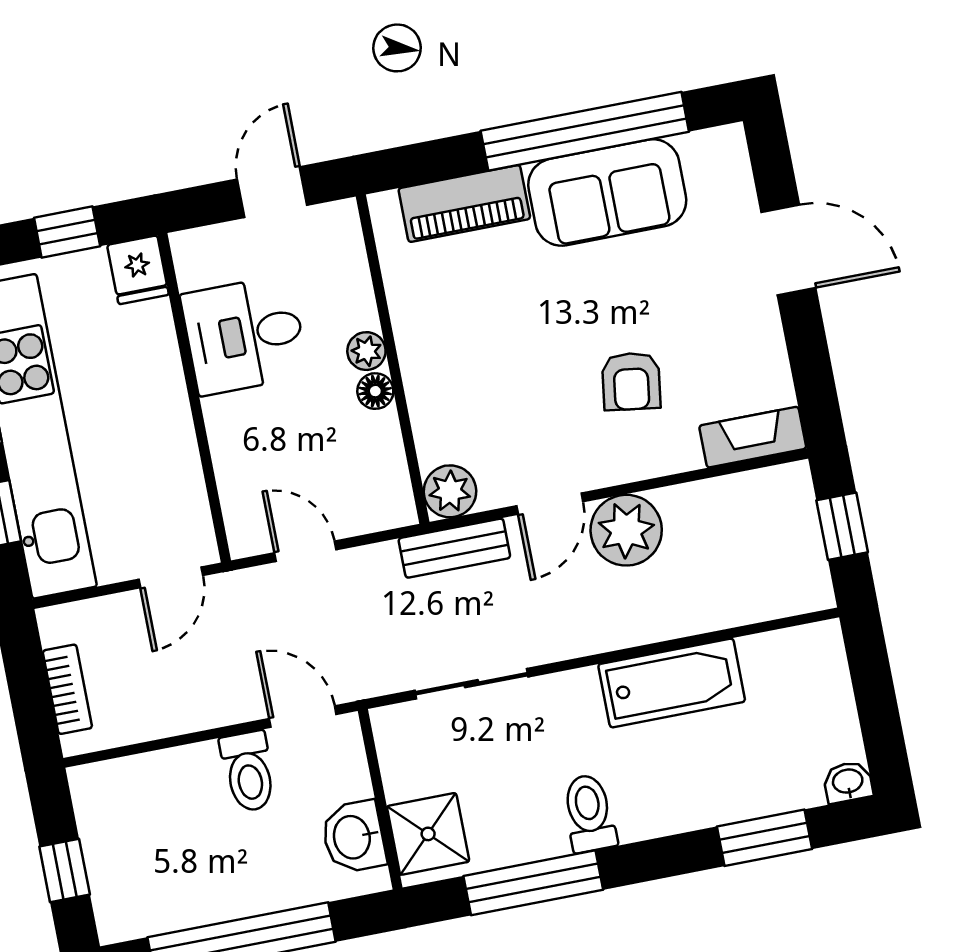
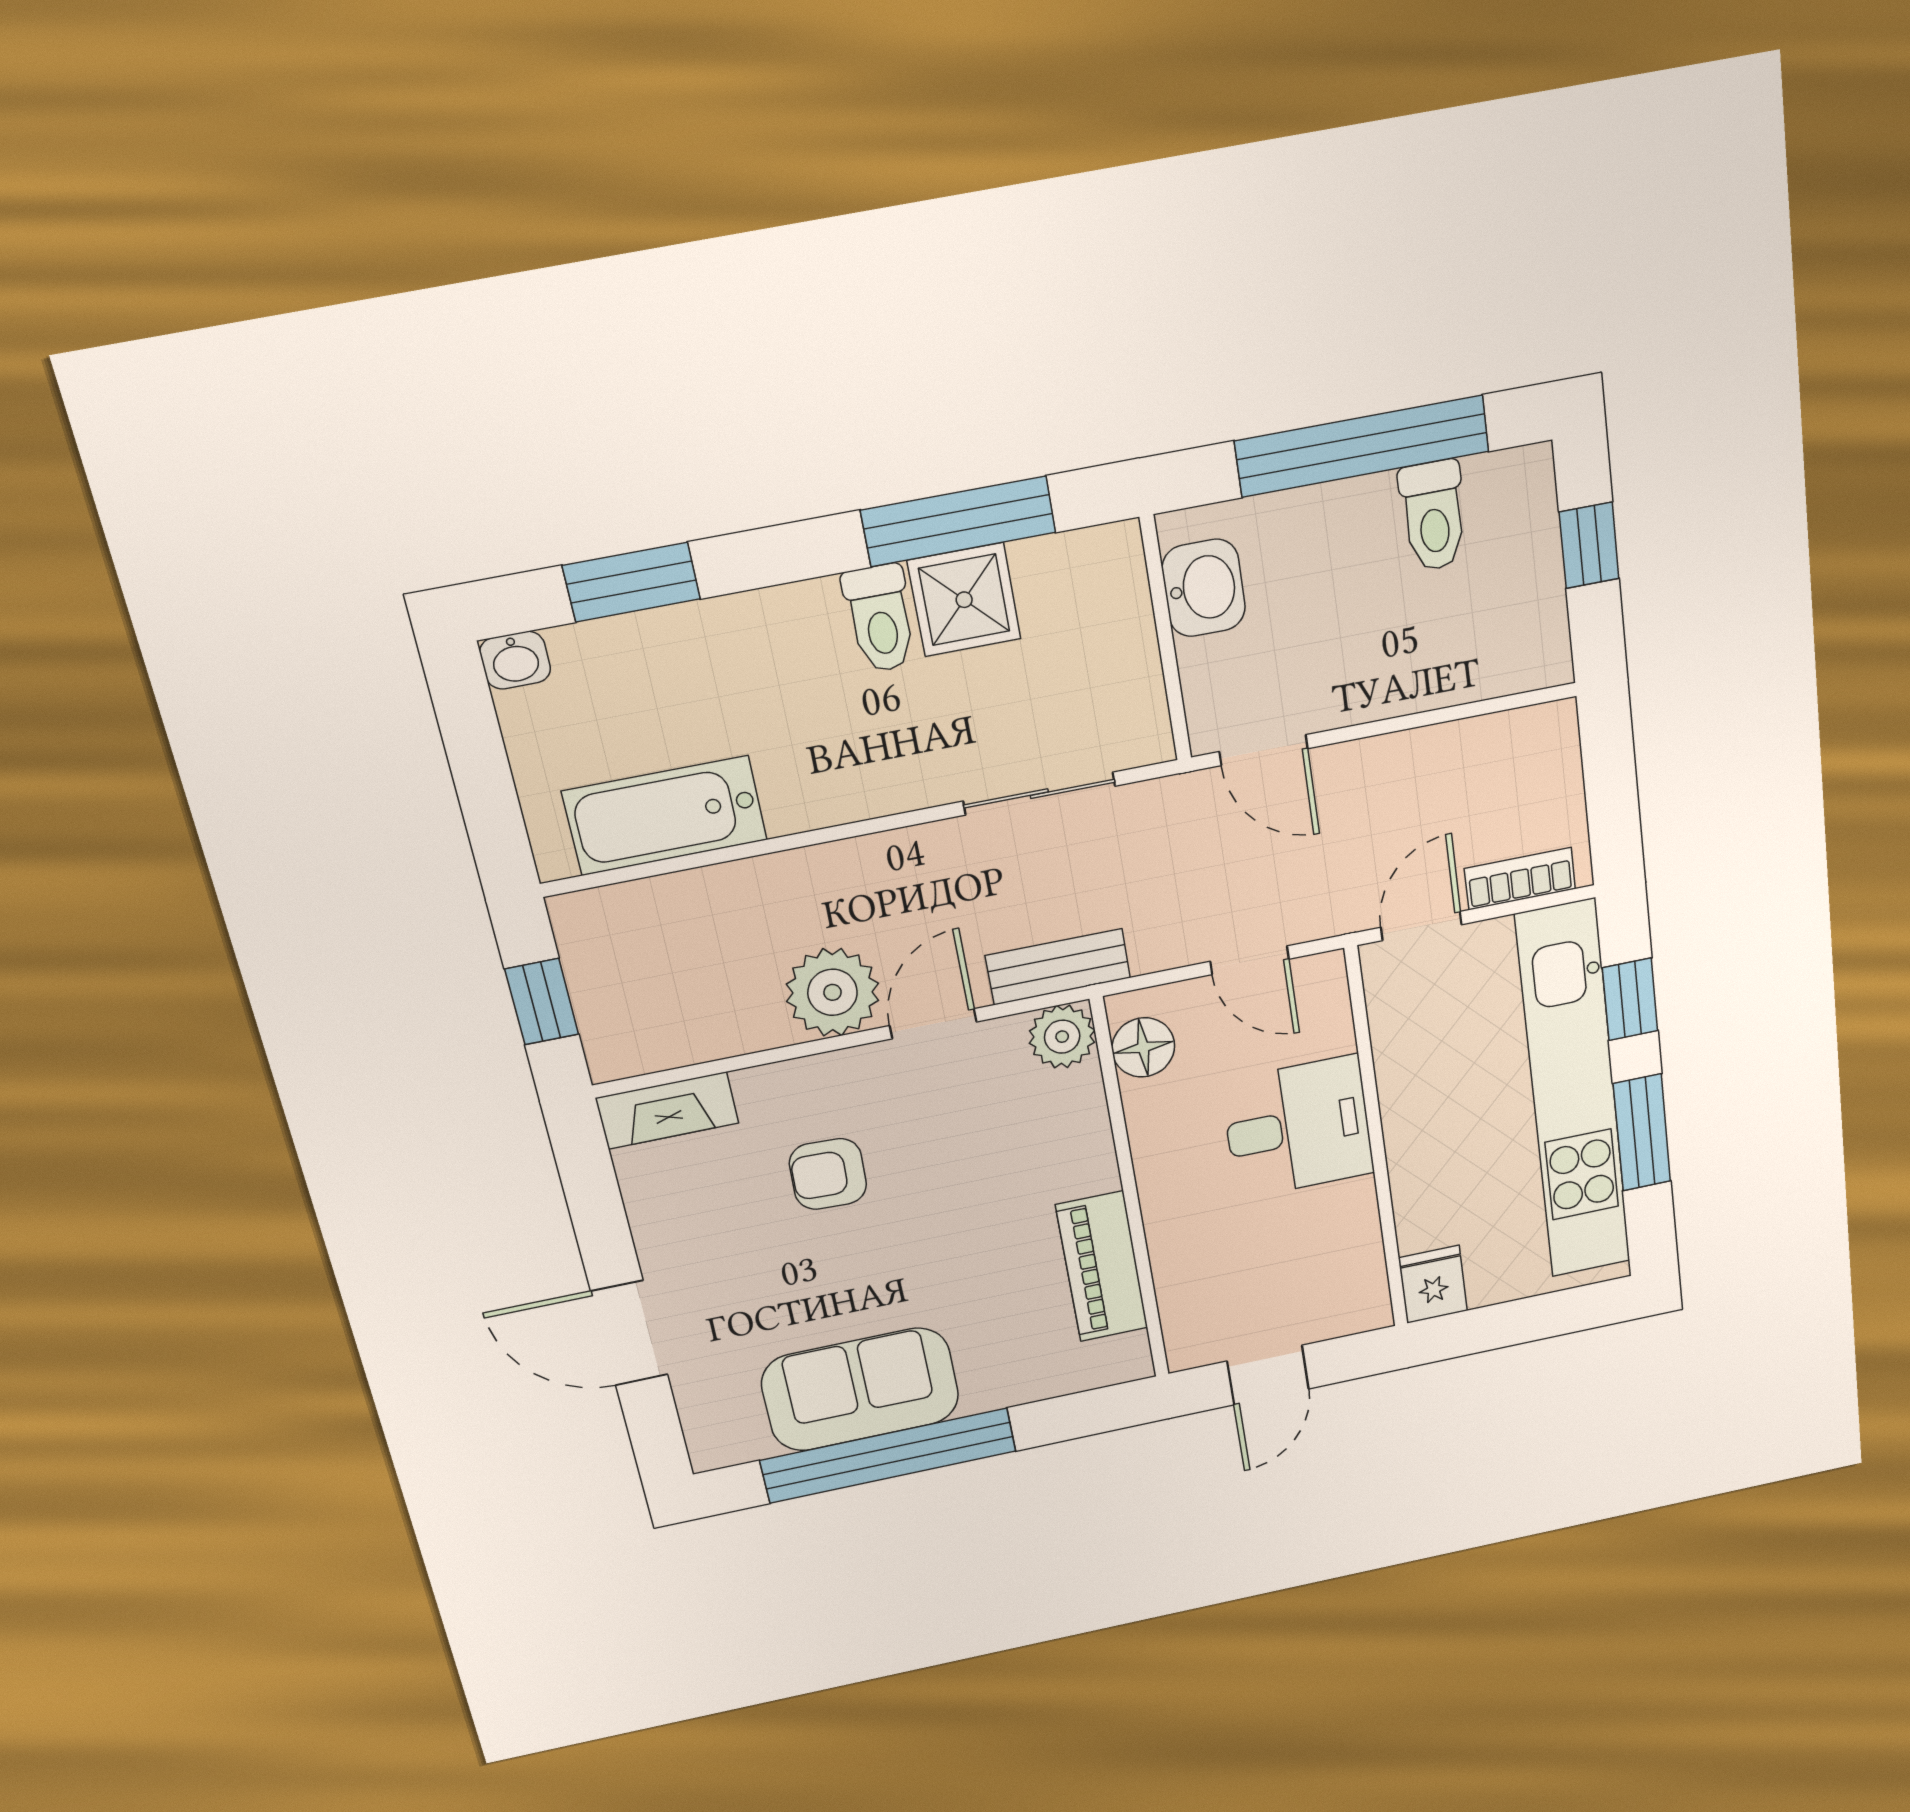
piano: (464, 204) -> (1102, 1267), moved, turned -90
window: (67, 232) -> (1513, 1323), removed
desk: (245, 335) -> (1298, 1127), moved
plant: (366, 351) -> (1162, 1201), removed
armchair: (631, 381) -> (828, 1174), turned -96
floor lamp: (375, 391) -> (1143, 1047), moved, width x1.37, depth x1.37
bathtub: (672, 683) -> (665, 816), moved
bookcase: (67, 689) -> (1520, 879), moved, turned 90
toilet: (248, 771) -> (1433, 516), moved, turned 180
shower: (428, 834) -> (964, 600), moved

